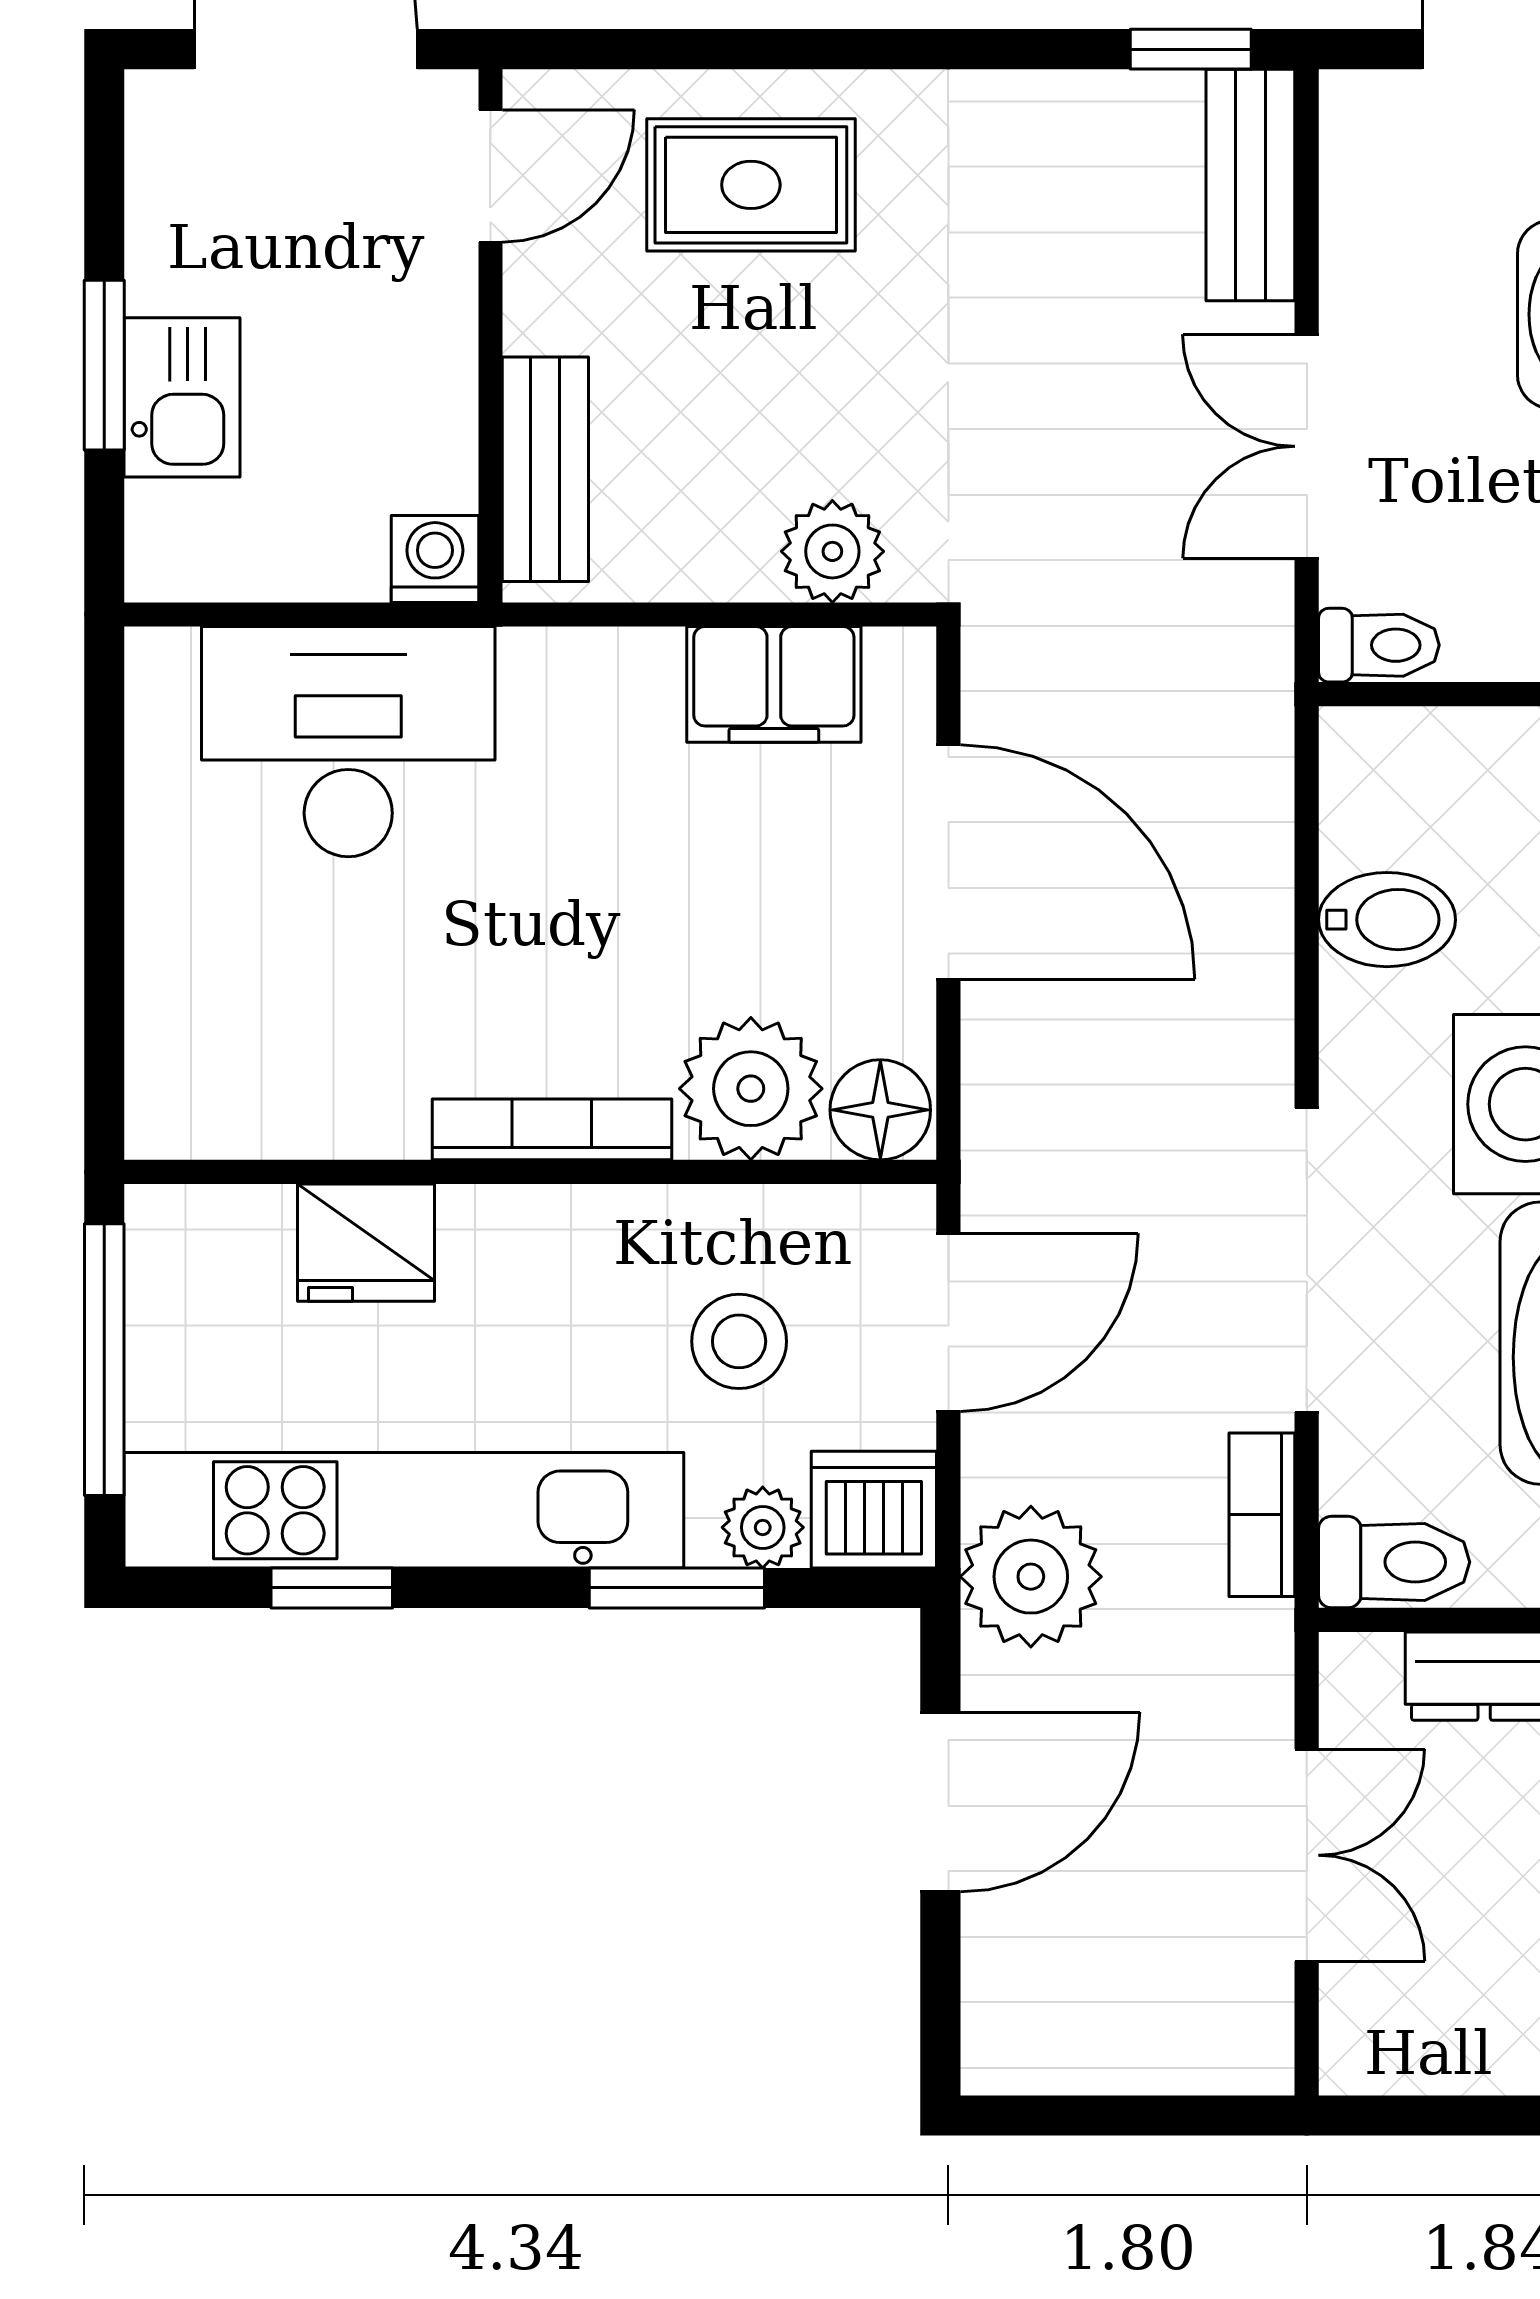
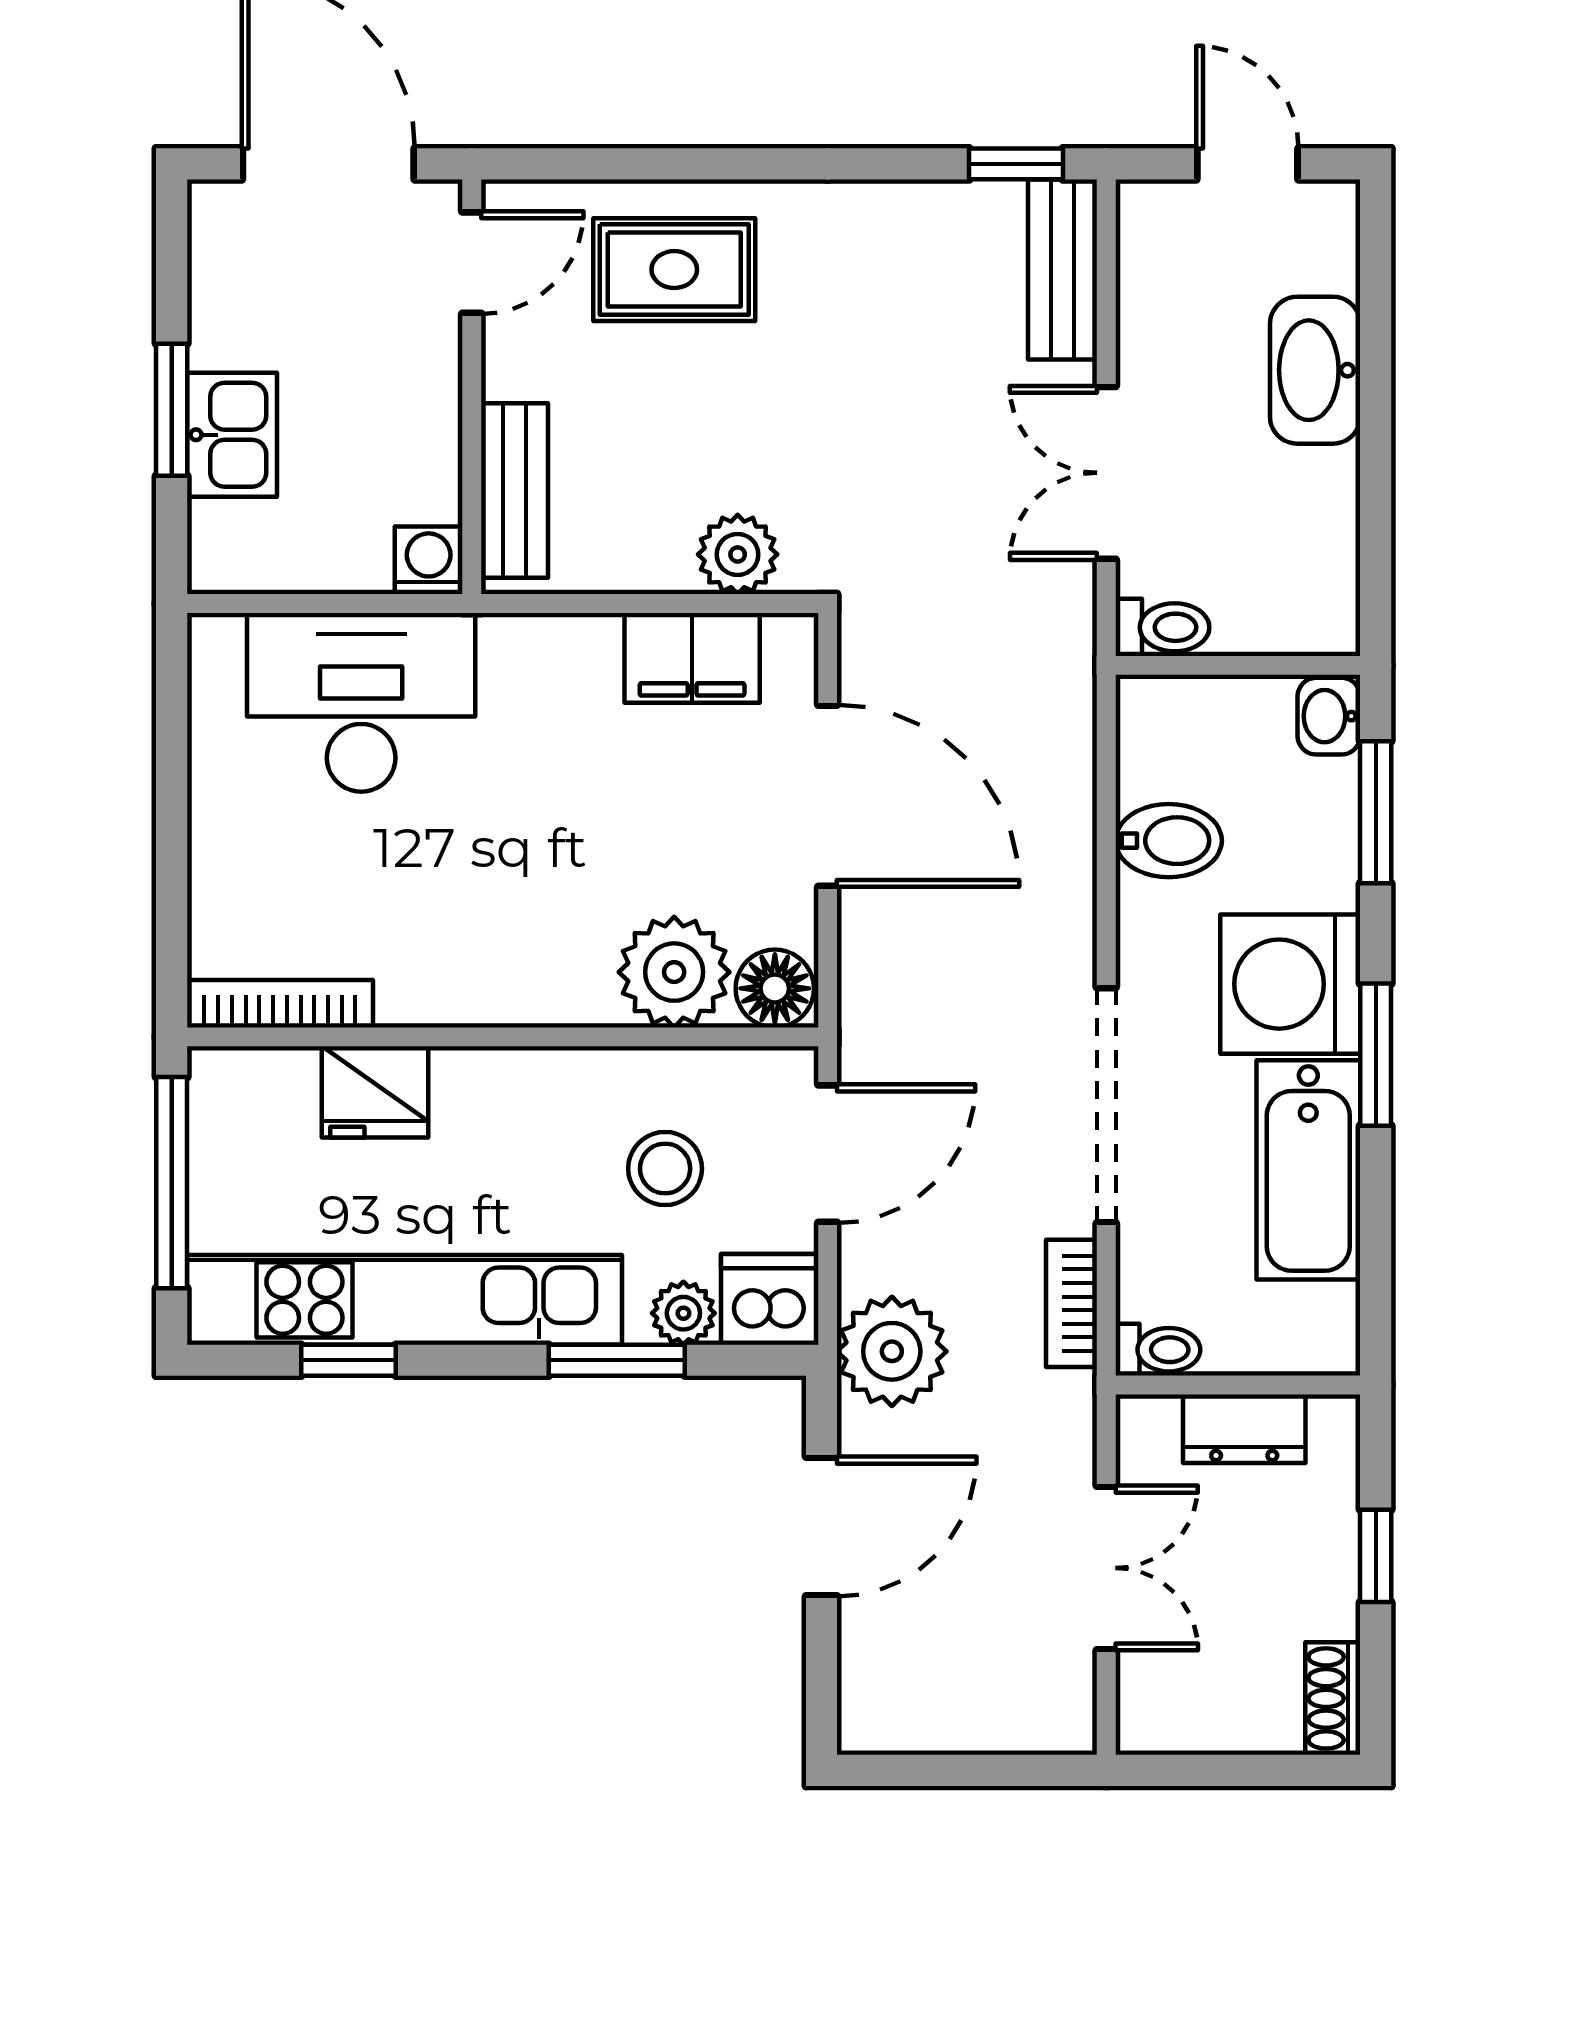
bookcase: (552, 1129) -> (280, 1004), moved
toilet: (1394, 1562) -> (1158, 1350), width x0.73, depth x0.72

